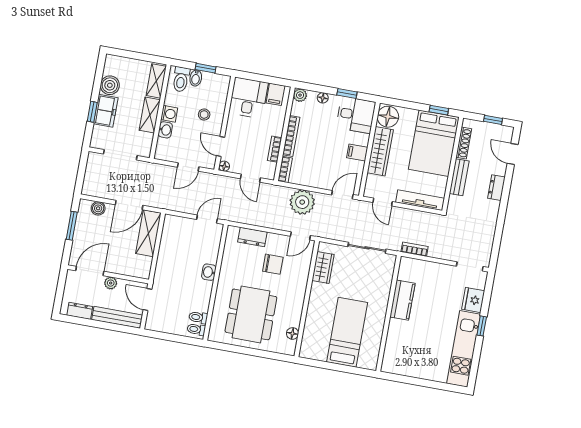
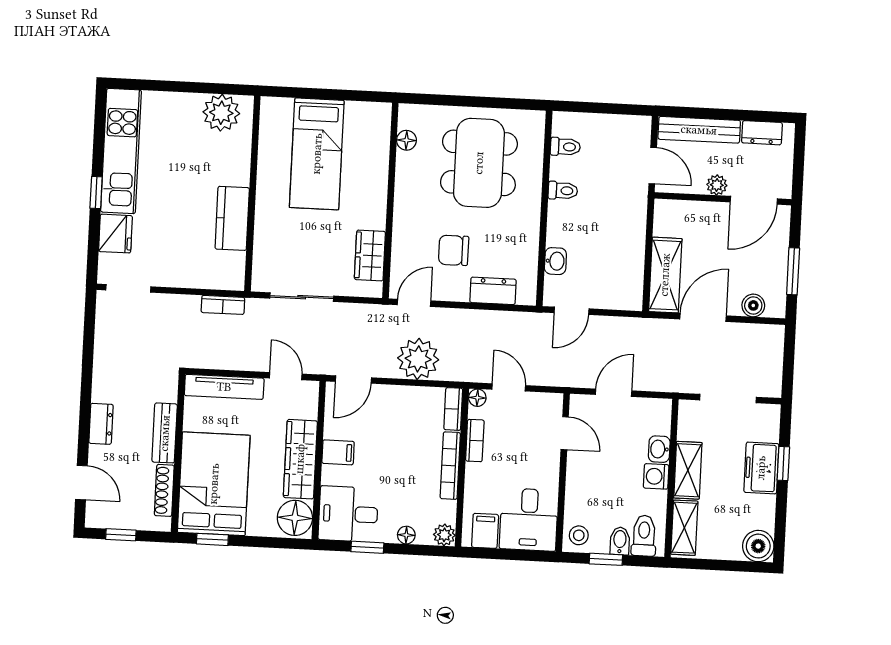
boiler: (110, 85) -> (758, 546), moved
stool: (204, 115) -> (579, 535), moved
floor lamp: (224, 166) -> (477, 398), moved
washbasin: (209, 272) -> (555, 261), moved
toilet: (196, 329) -> (563, 191), moved
plant: (401, 364) -> (221, 113), added

